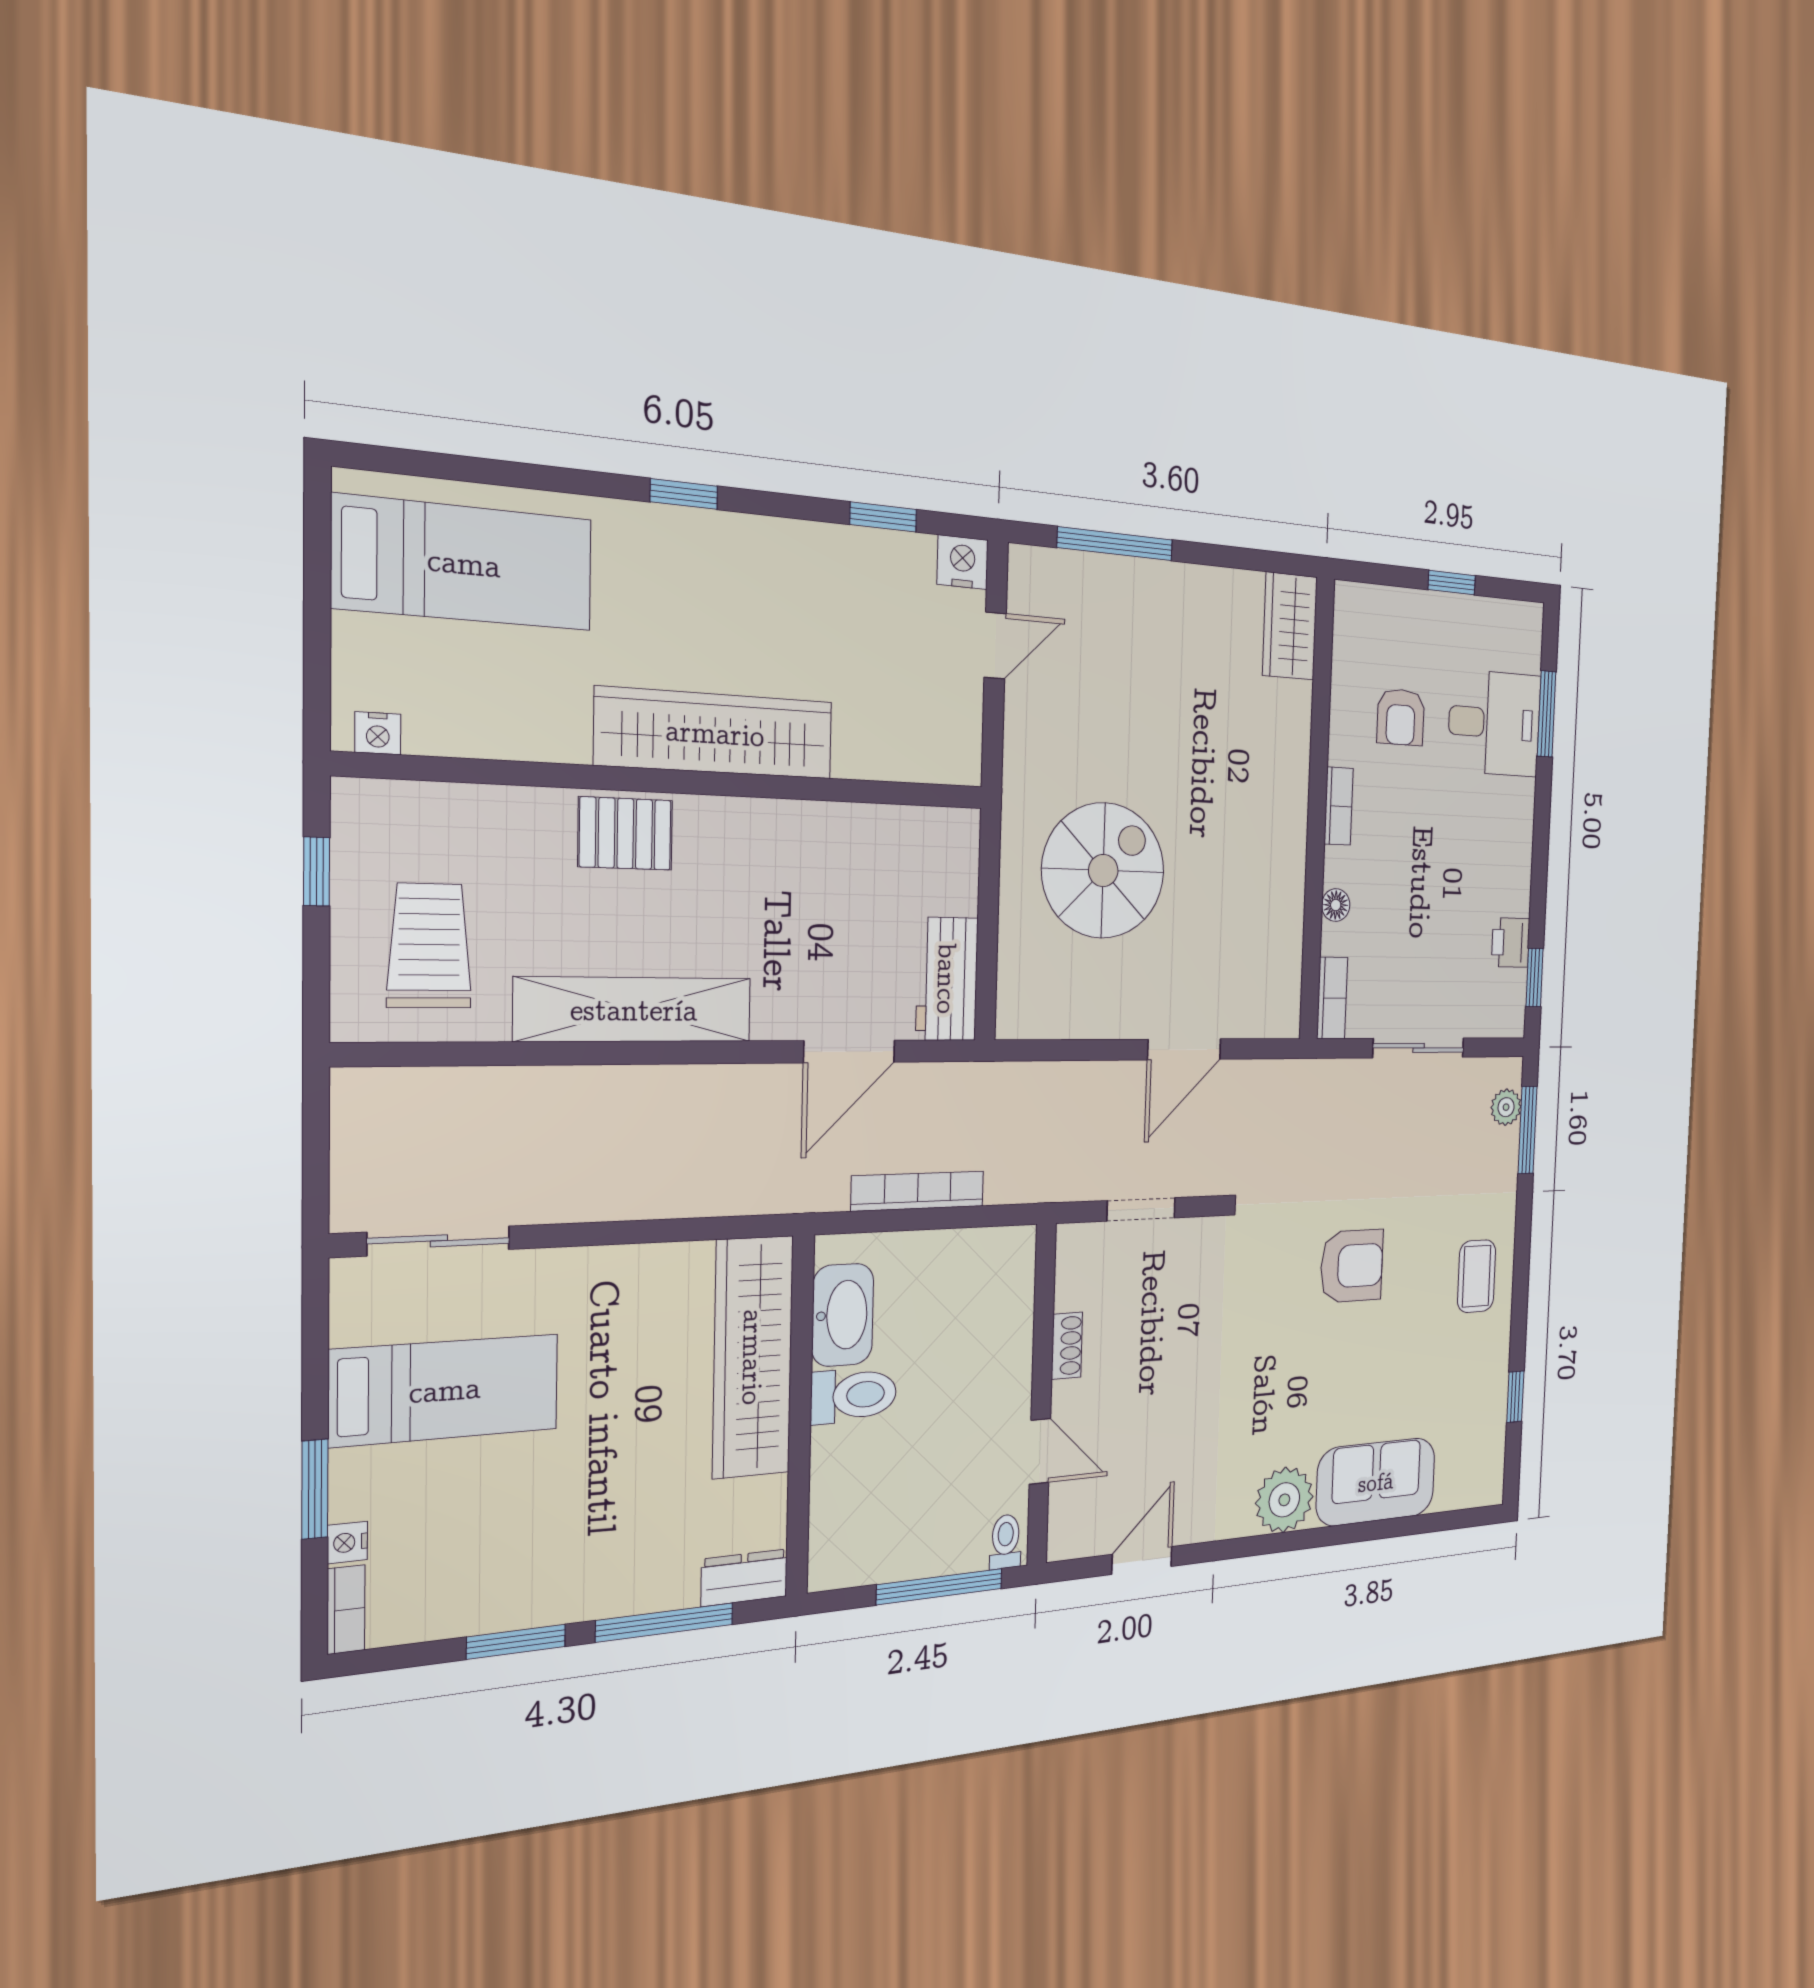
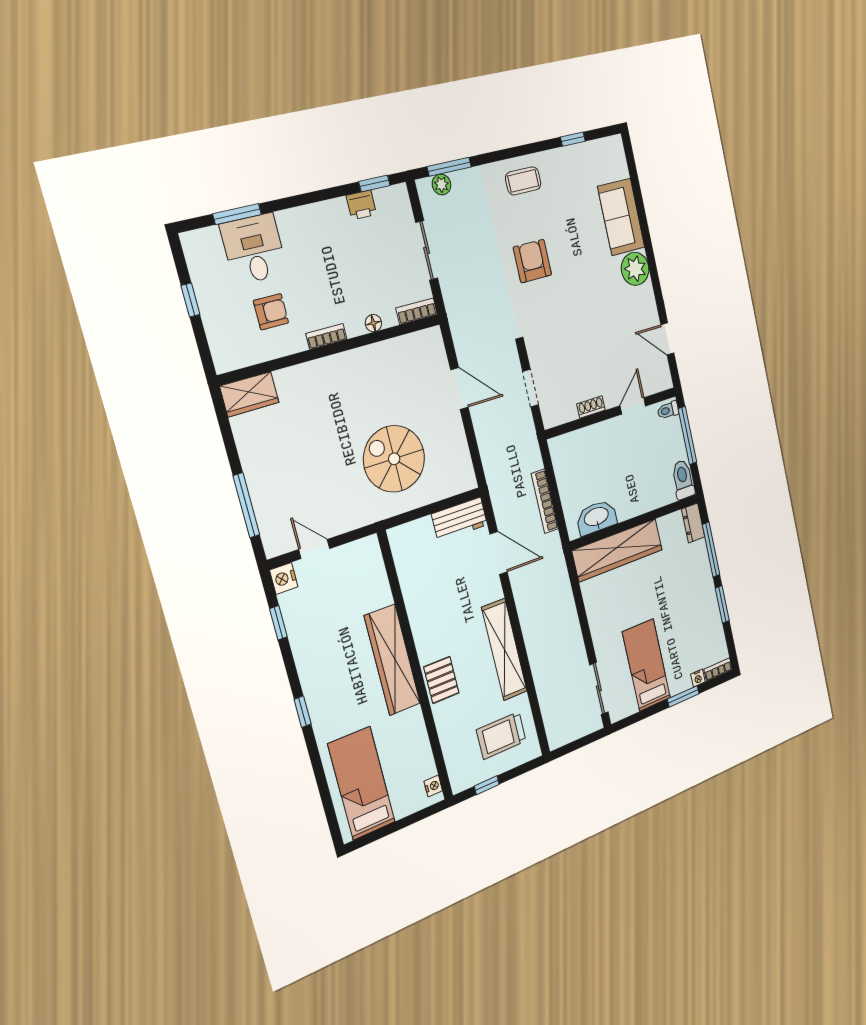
toilet: (854, 1395) -> (683, 480), moved

